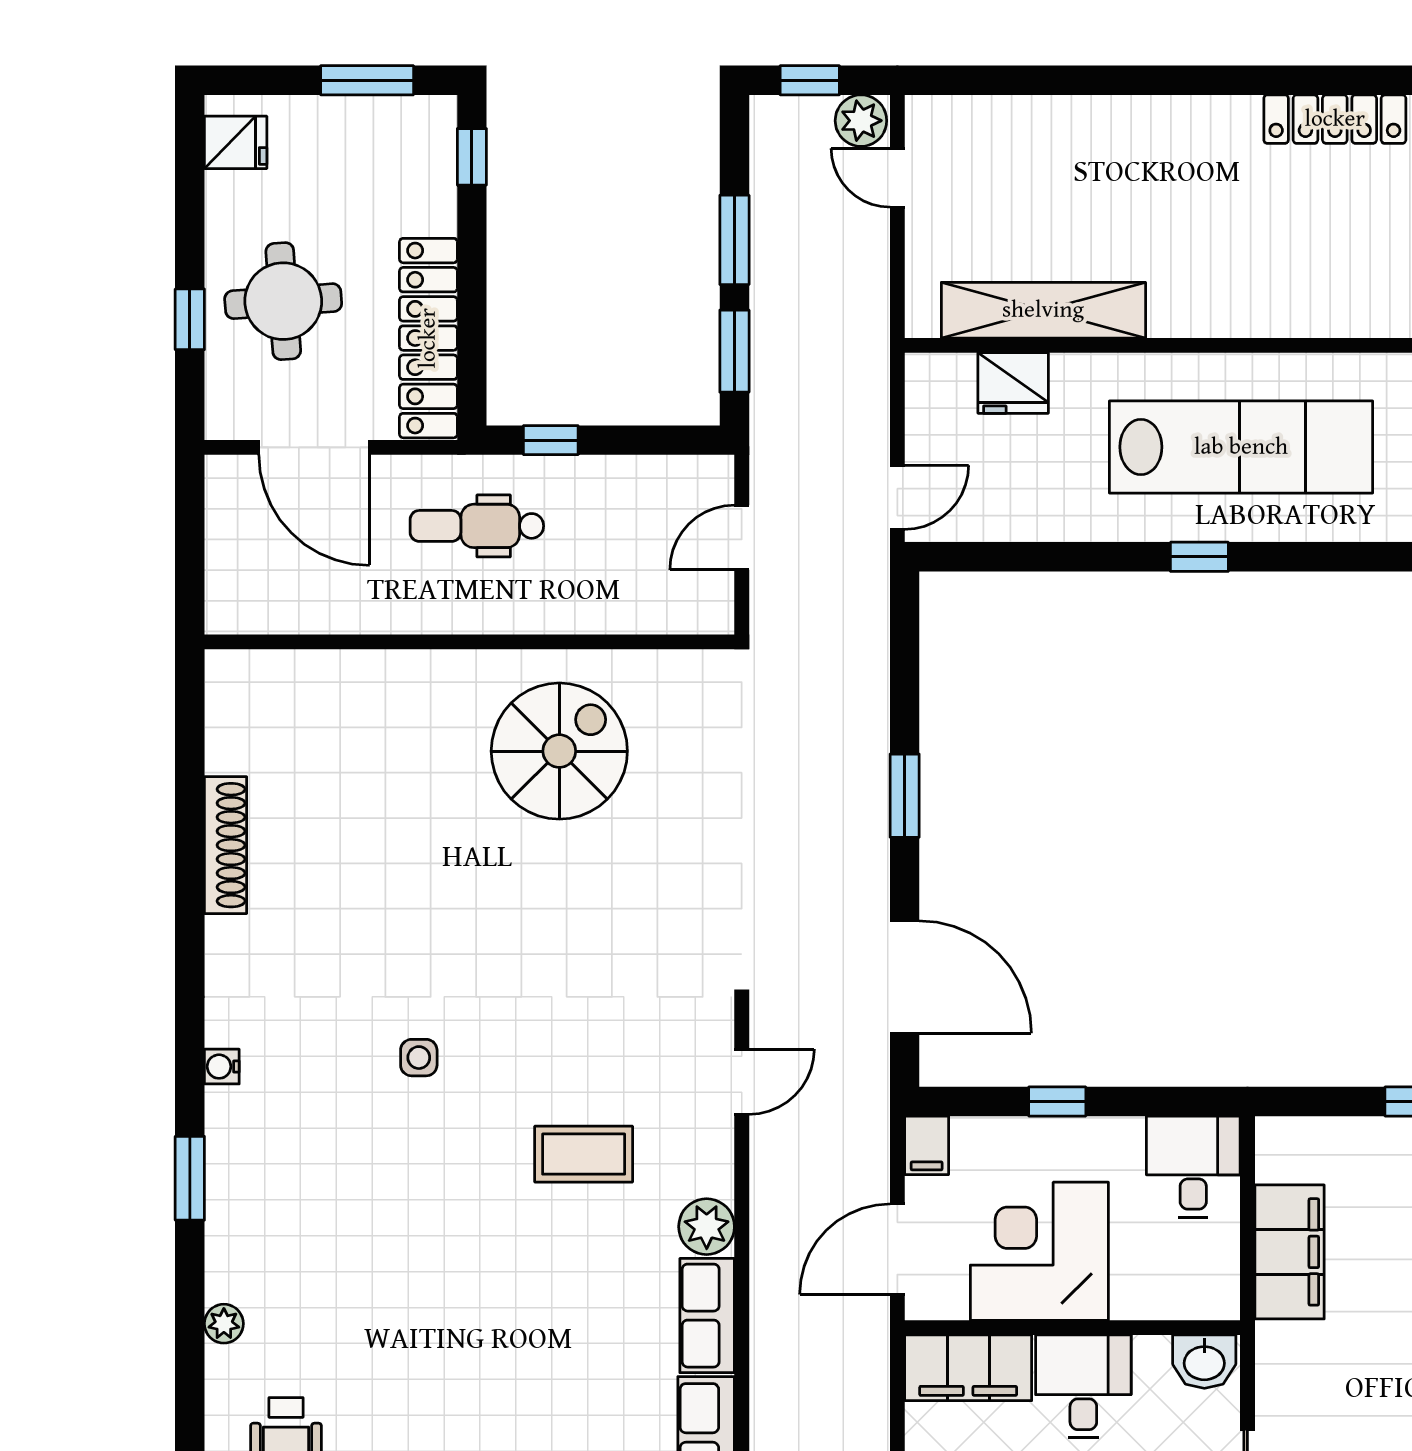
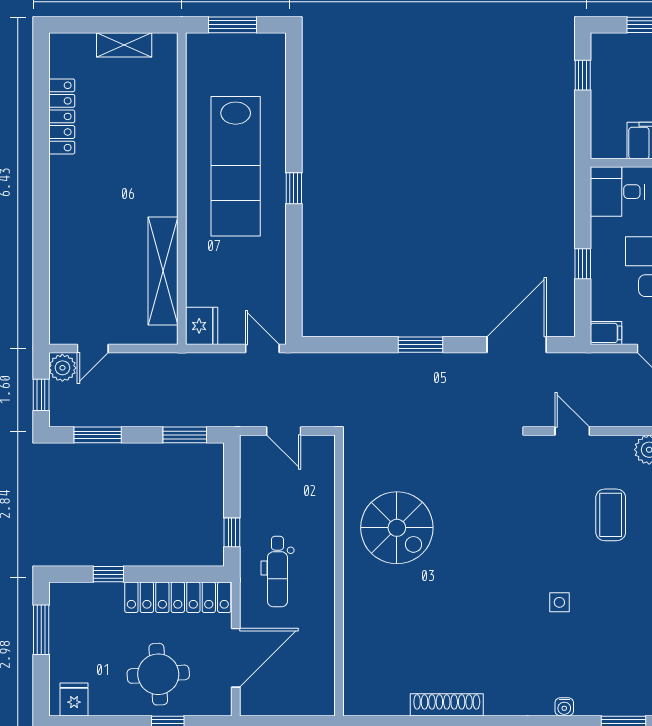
window: (472, 157) -> (108, 574), moved
window: (734, 240) -> (98, 435), moved
fridge: (1013, 383) -> (202, 326), moved
lab bench: (1241, 447) -> (236, 166), turned 180
spiral stairs: (559, 751) -> (397, 528), turned 180

